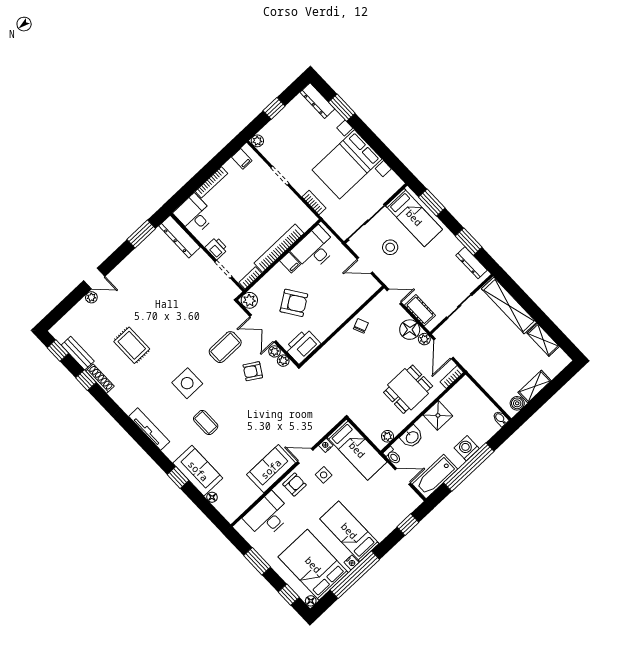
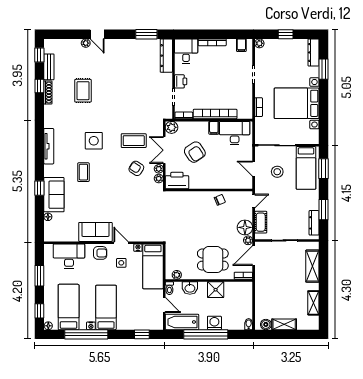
door: (394, 297) -> (254, 201), hinge flipped
shelving: (509, 306) -> (312, 266), width x0.68
bed: (313, 565) -> (69, 307), width x0.67

